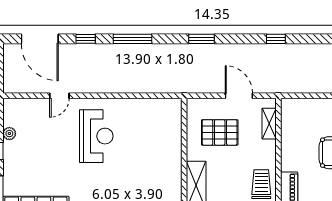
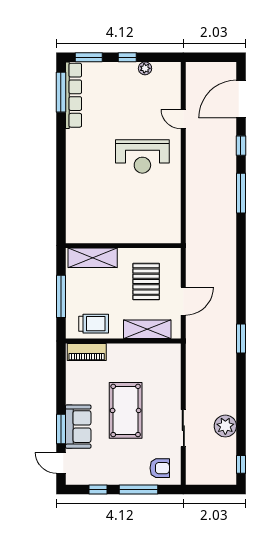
window: (201, 39) -> (241, 263), removed
window: (276, 39) -> (241, 339), width x1.50
shelving: (269, 124) -> (147, 329), width x1.50, depth x1.33

